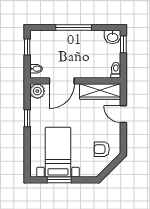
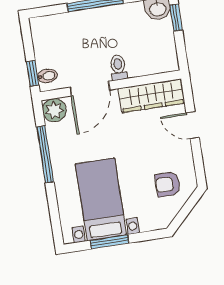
window: (27, 47) -> (33, 73), moved
toilet: (116, 70) -> (118, 67), moved
window: (27, 118) -> (45, 154), width x2.17

